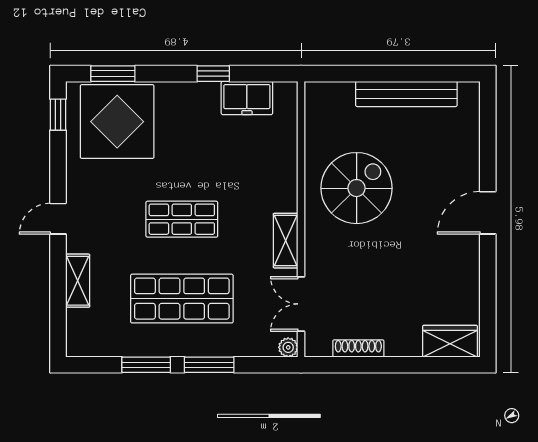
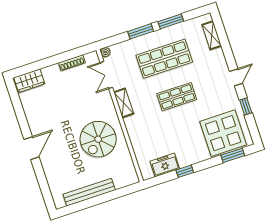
window: (58, 115) -> (246, 106), moved
shelving: (78, 281) -> (212, 35), moved
double door: (301, 304) -> (106, 75), swing flipped

